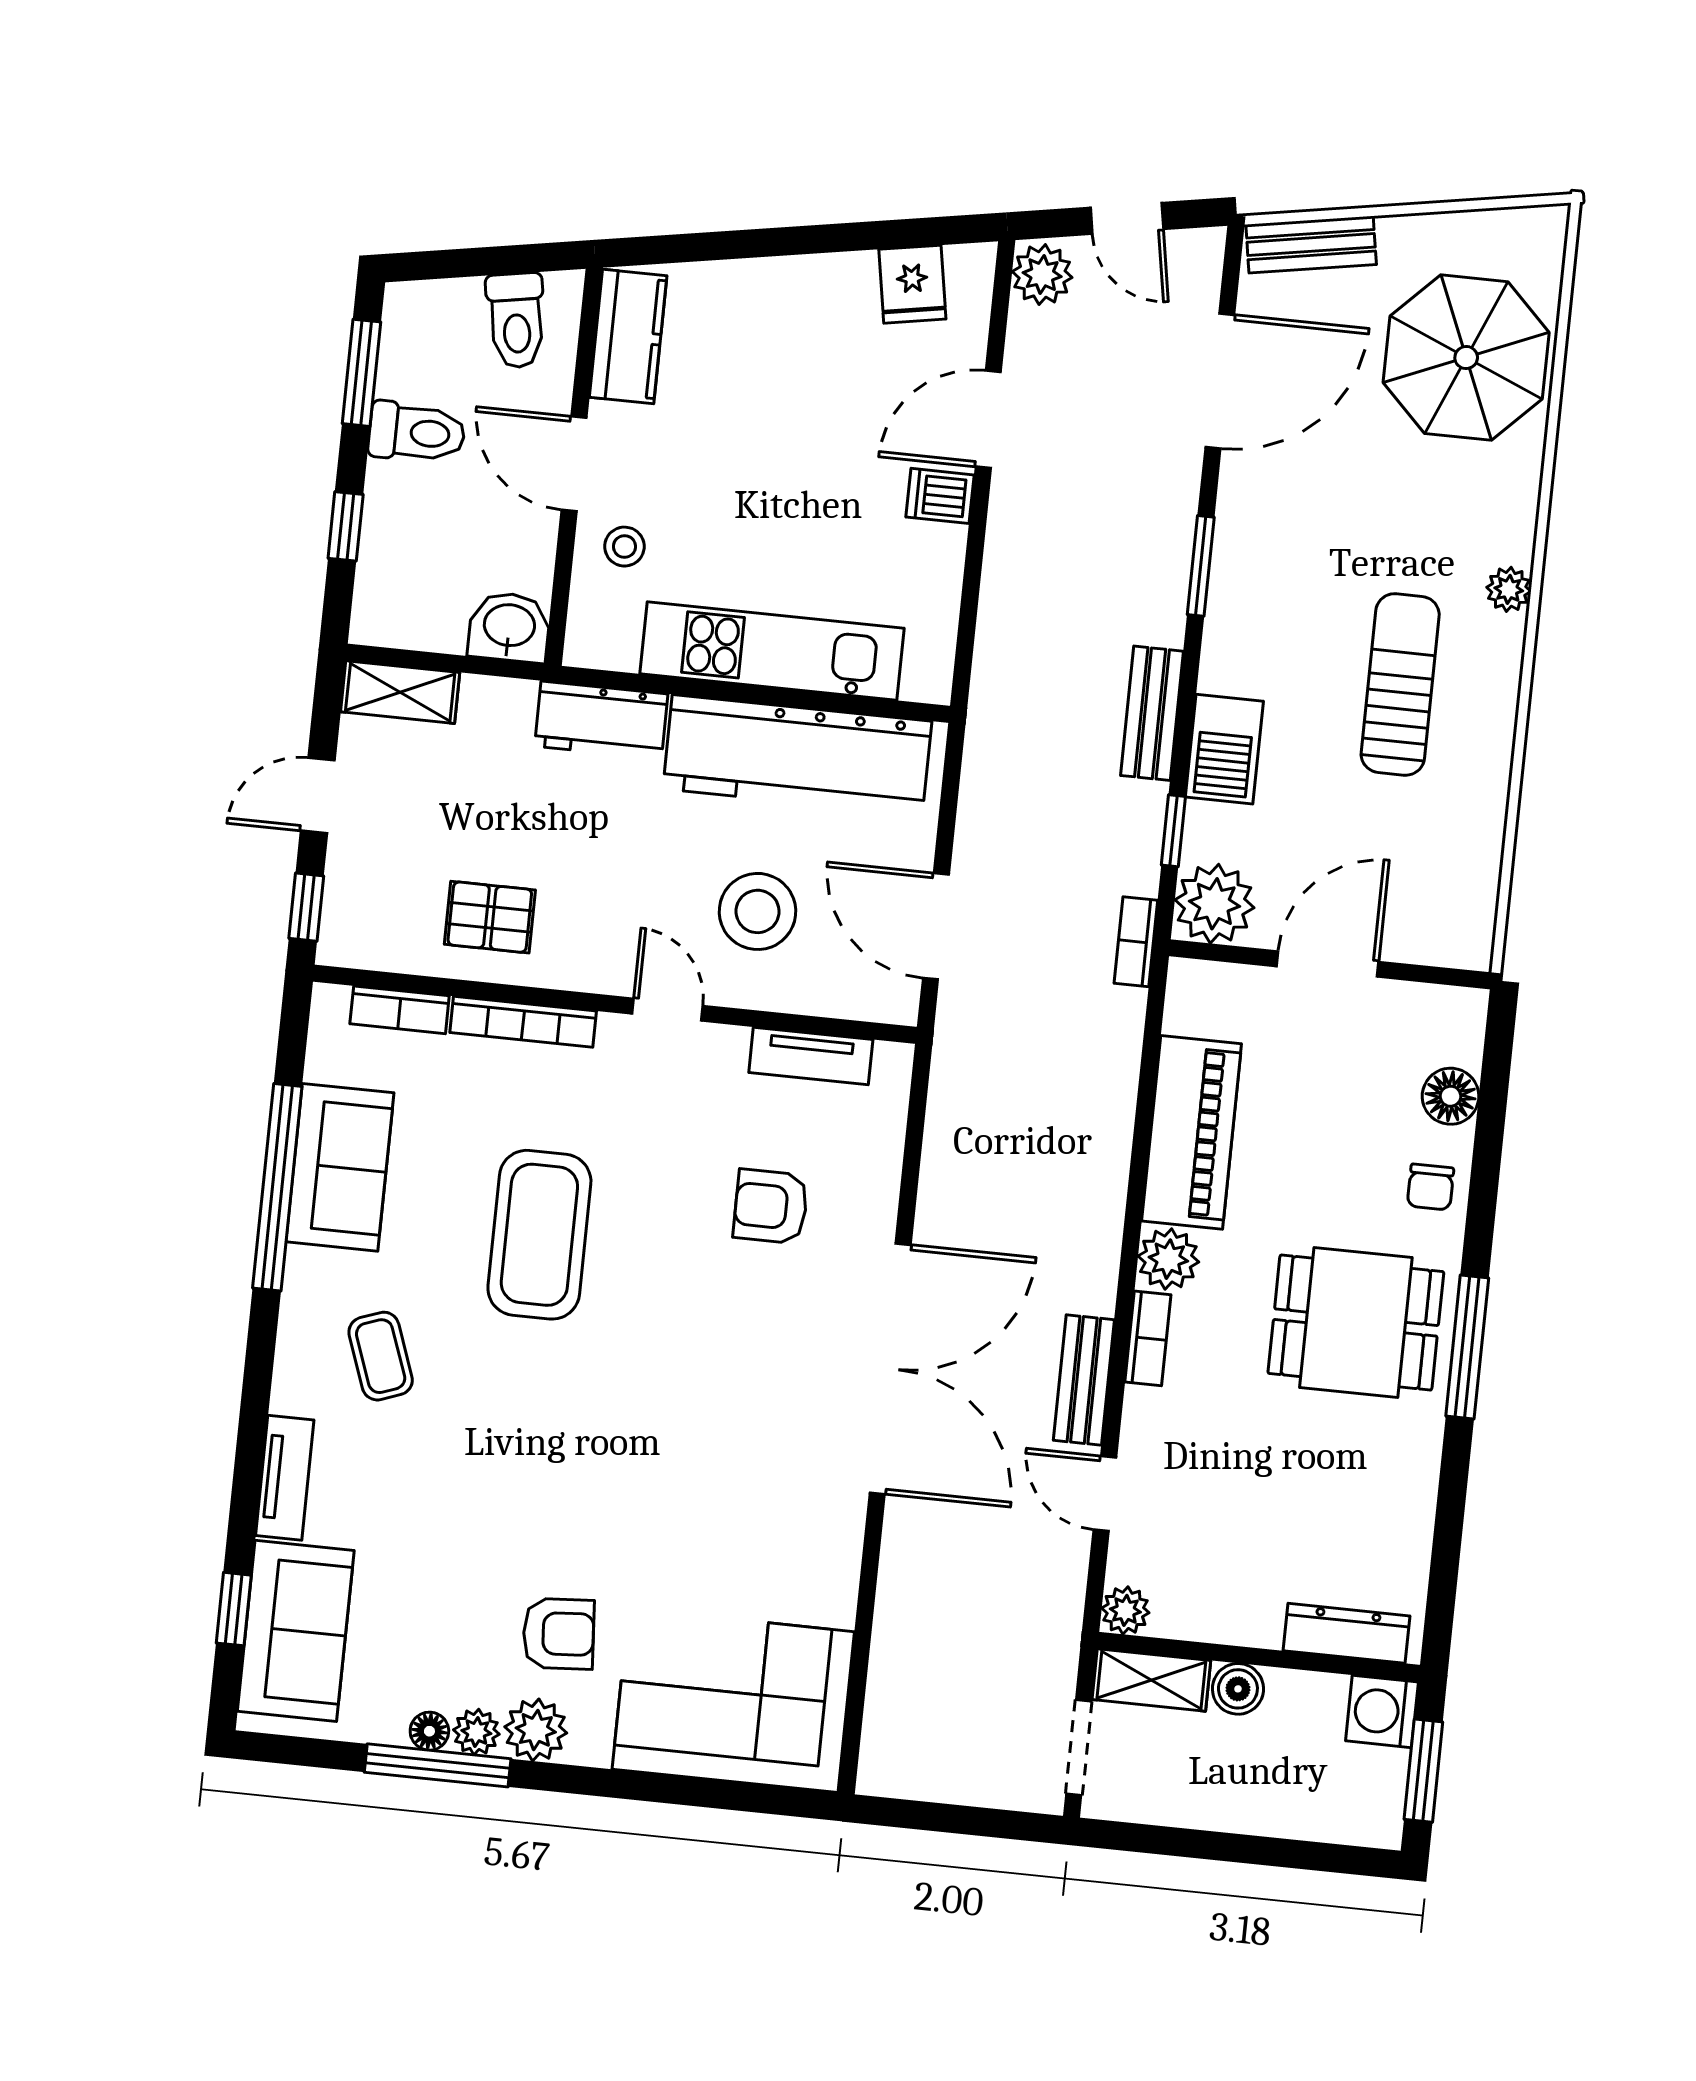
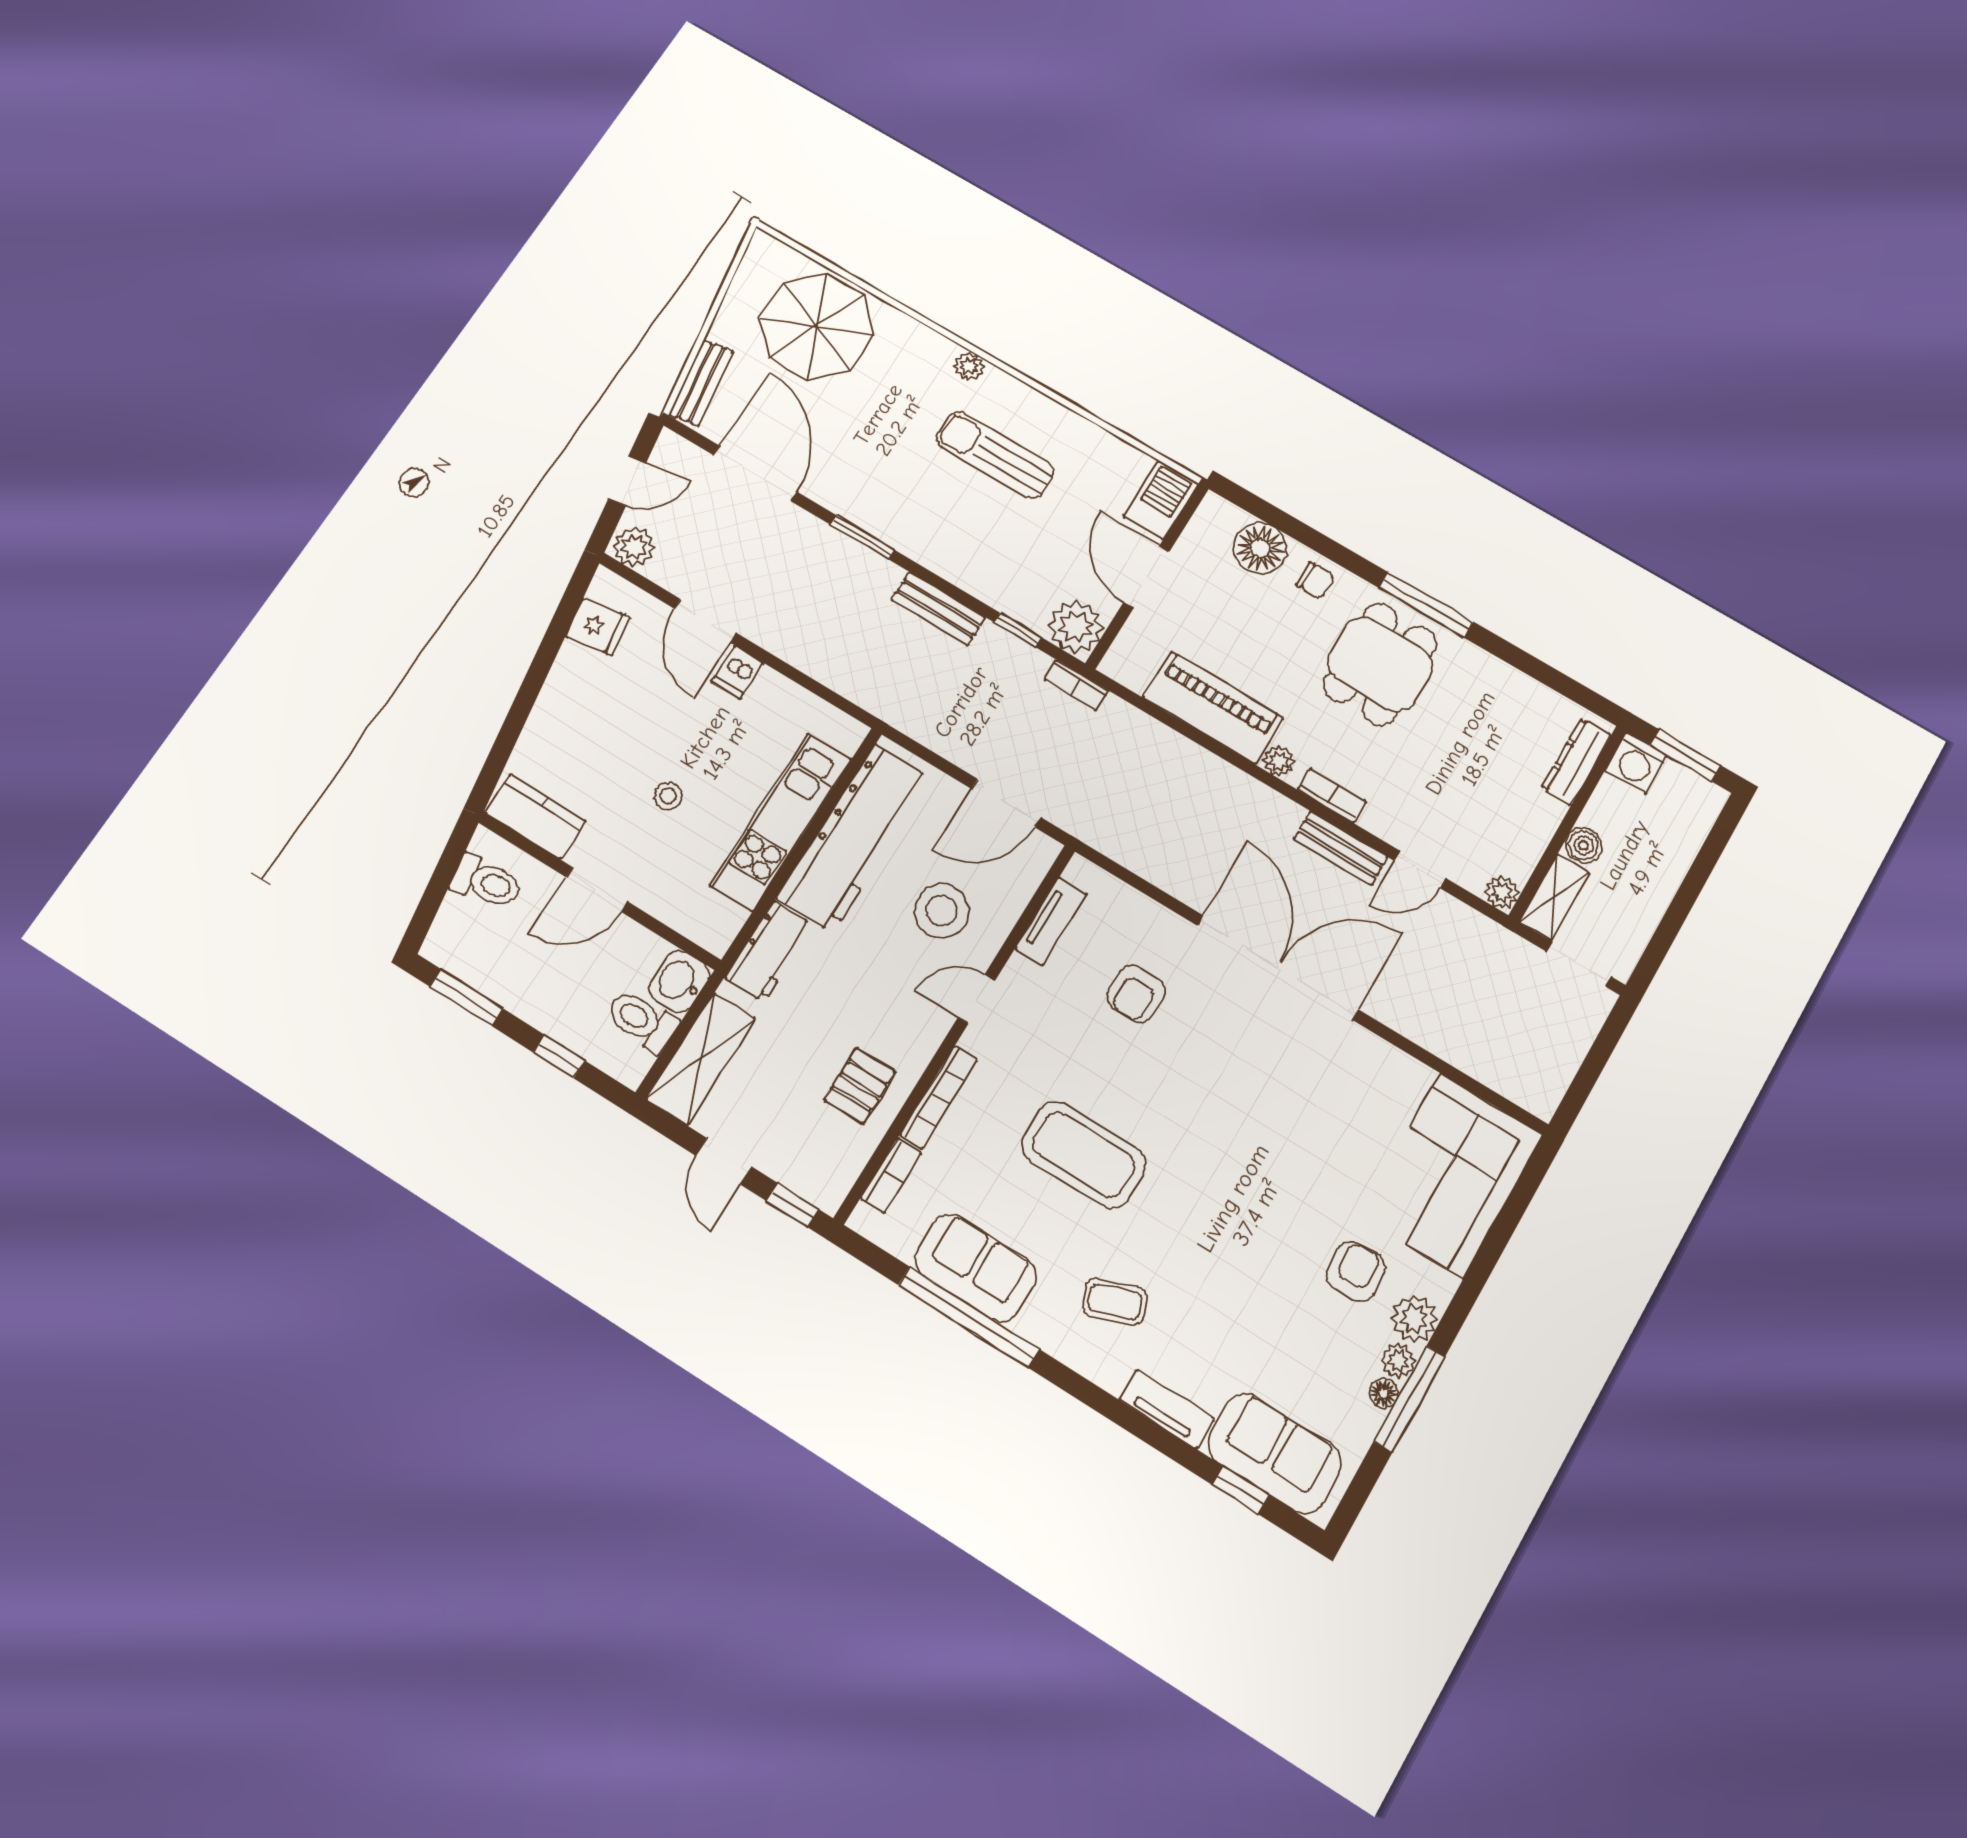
toilet: (417, 432) -> (642, 1021), moved, turned -90
stool: (624, 547) -> (668, 796), moved
shelving: (400, 692) -> (701, 1059), width x1.50, depth x1.33
barbecue: (1224, 749) -> (1161, 500), moved, turned -90
floor lamp: (1451, 1096) -> (1260, 548), width x1.38, depth x1.38
plant: (1168, 1259) -> (1279, 761), width x0.73, depth x0.73

